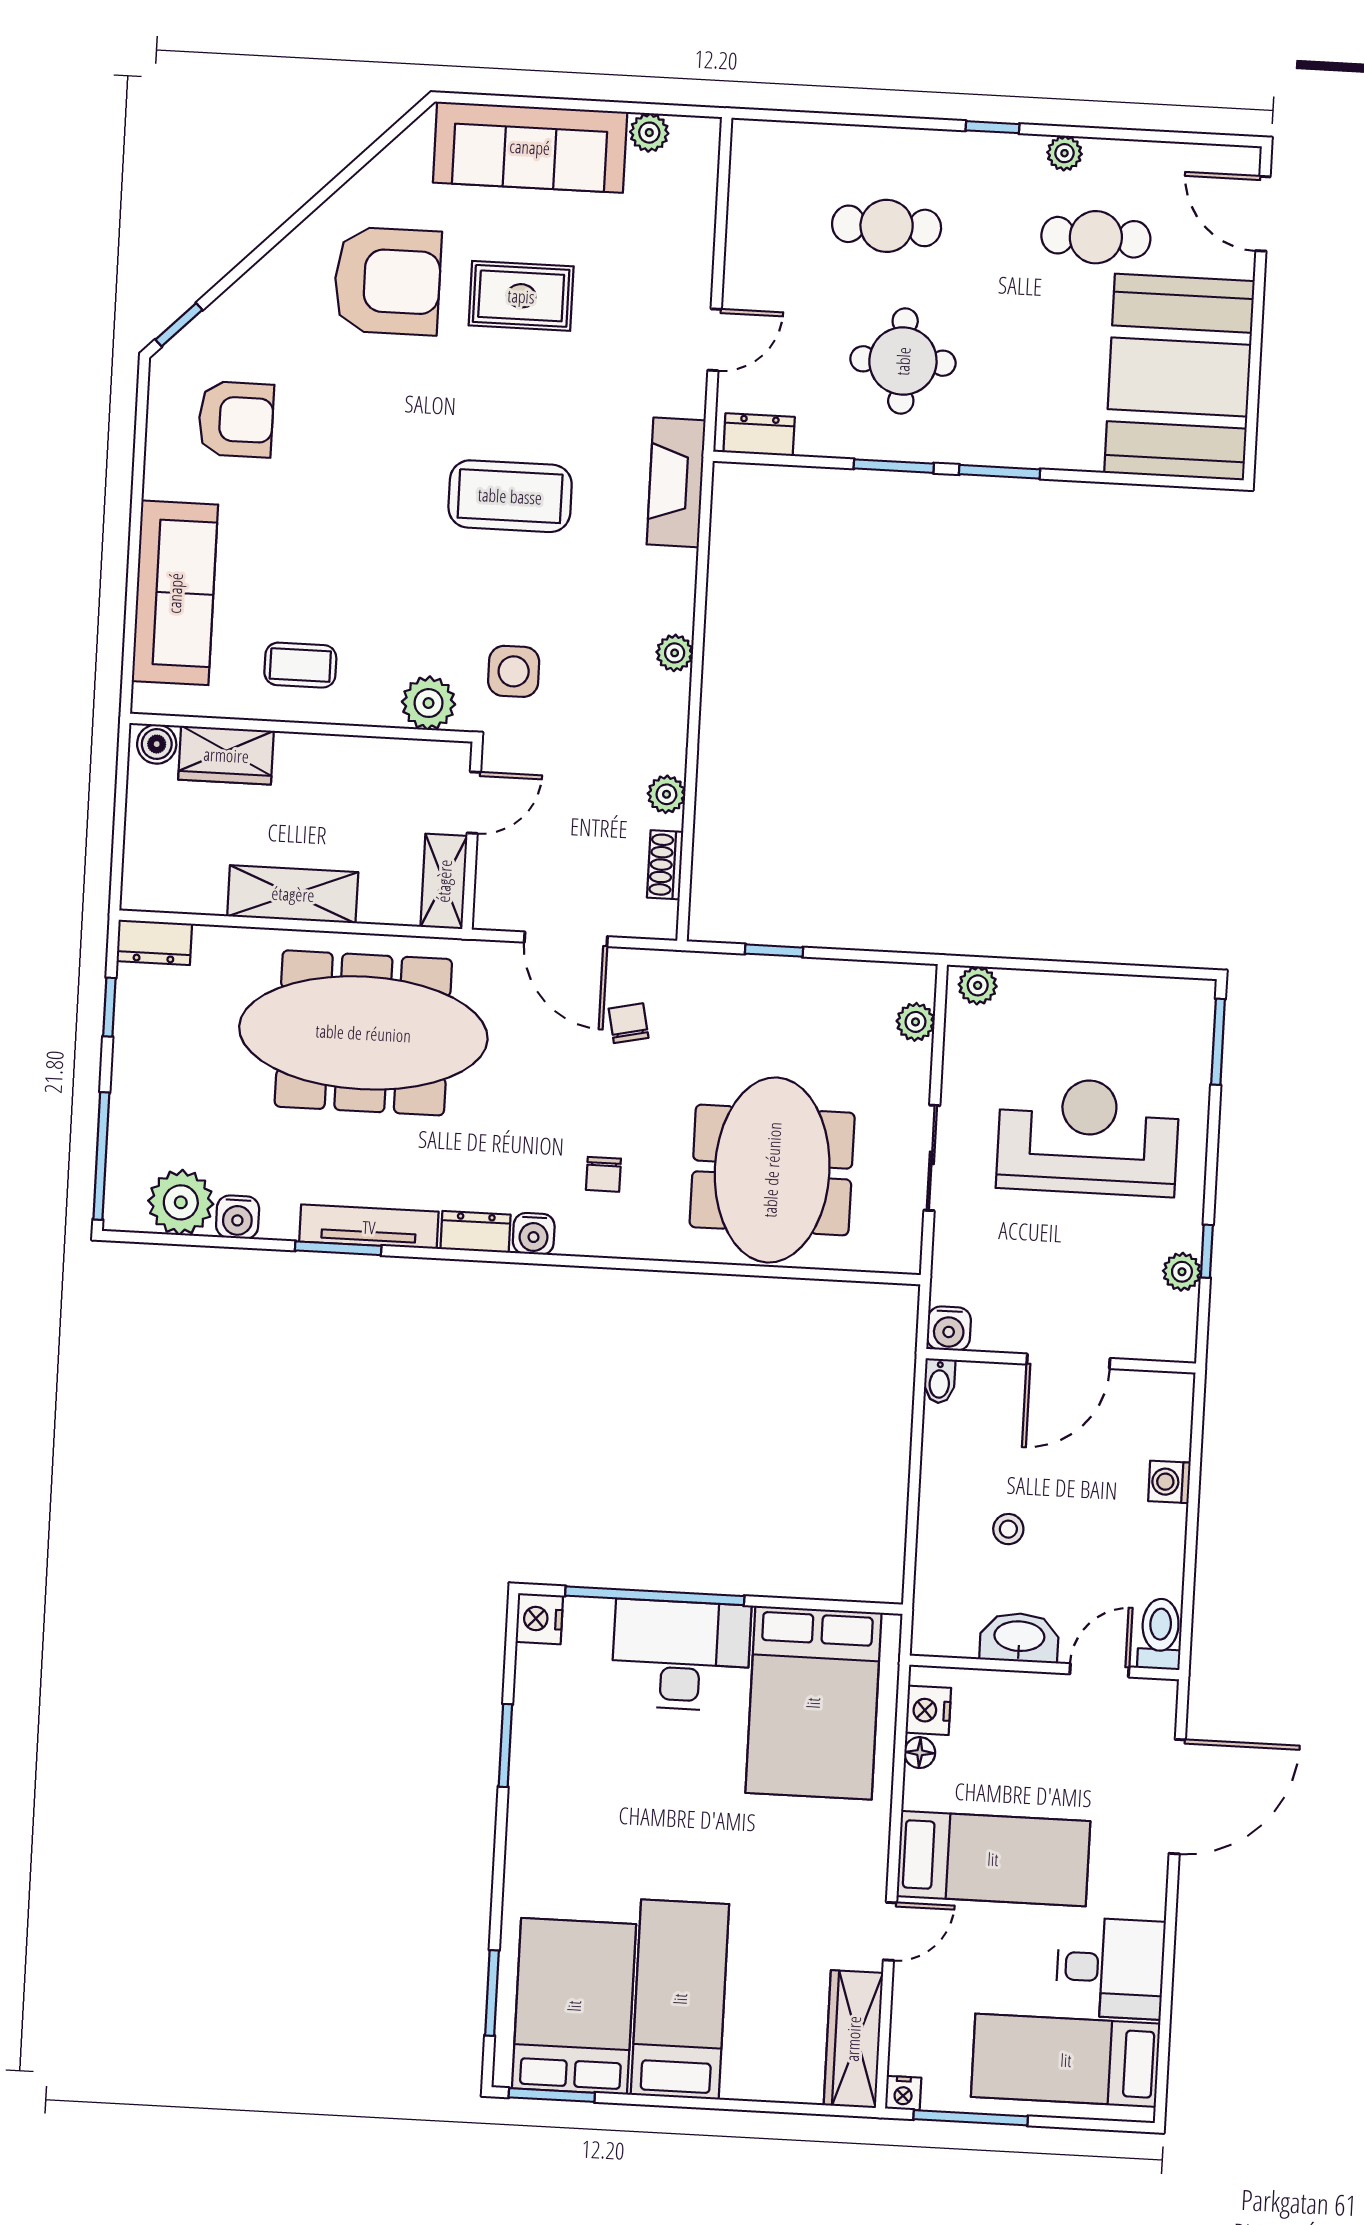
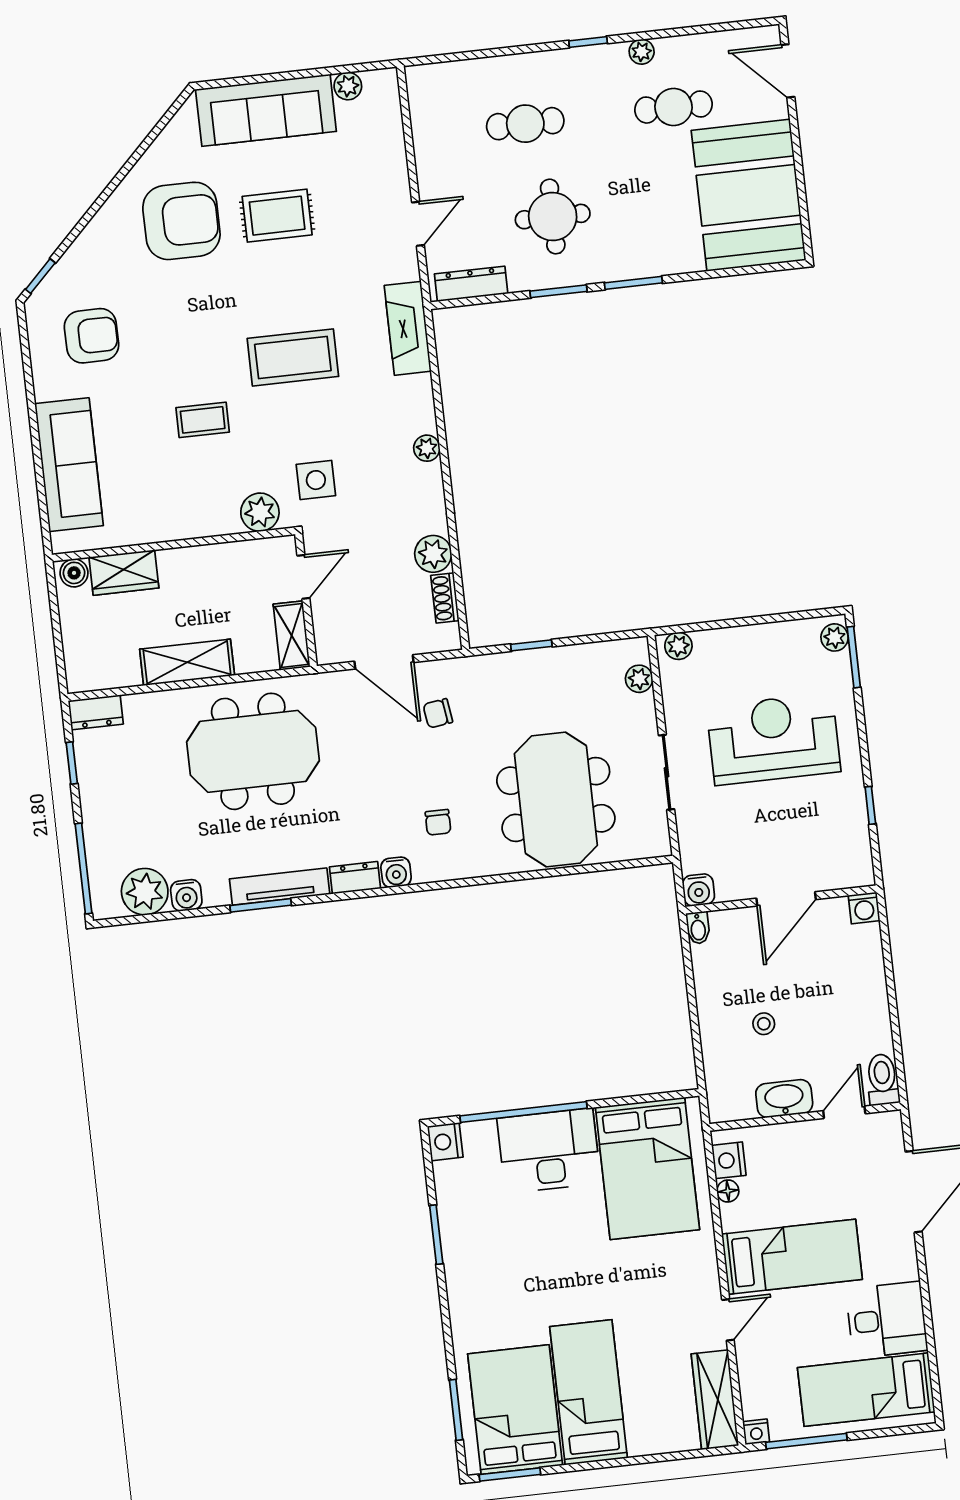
dresser: (759, 435) -> (471, 284), width x1.44
coffee table: (300, 665) -> (203, 420), moved
plant: (666, 794) -> (433, 554), width x1.38, depth x1.38
chair: (629, 1023) -> (438, 713), turned -86
meeting table: (363, 1033) -> (253, 751), width x0.73
plant: (1182, 1272) -> (835, 637), moved
washing machine: (1169, 1482) -> (864, 908), moved, turned -90

